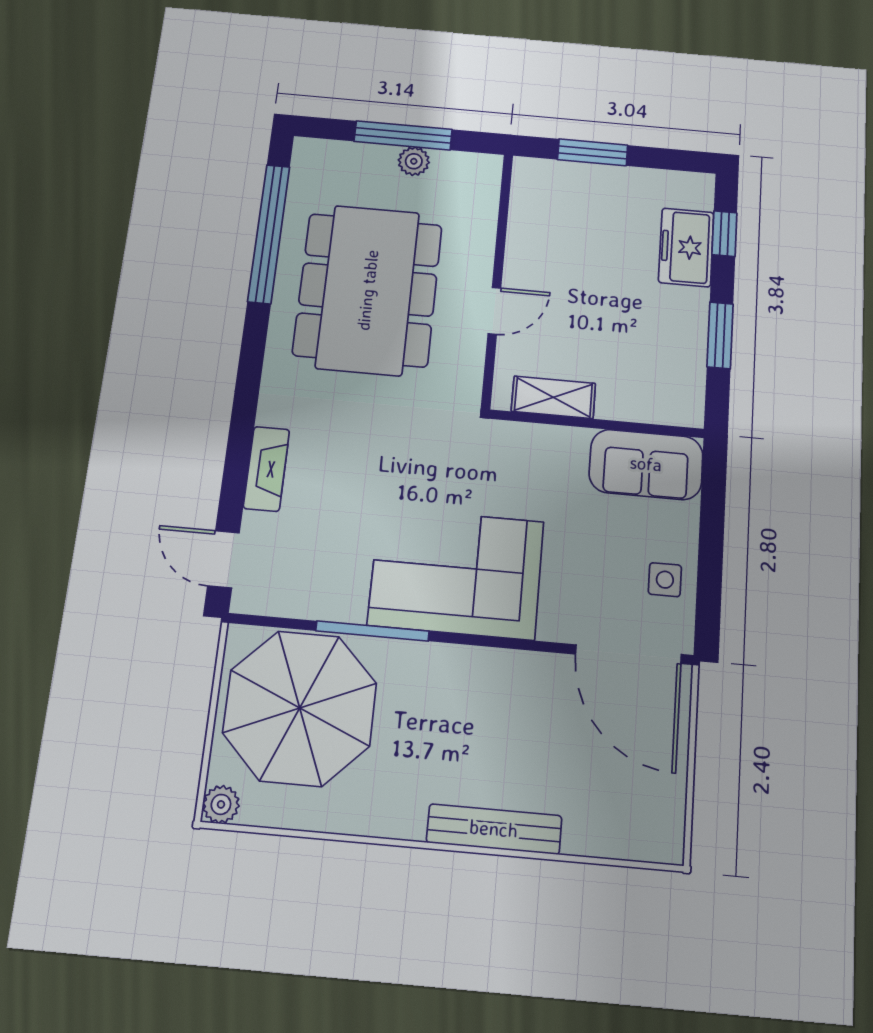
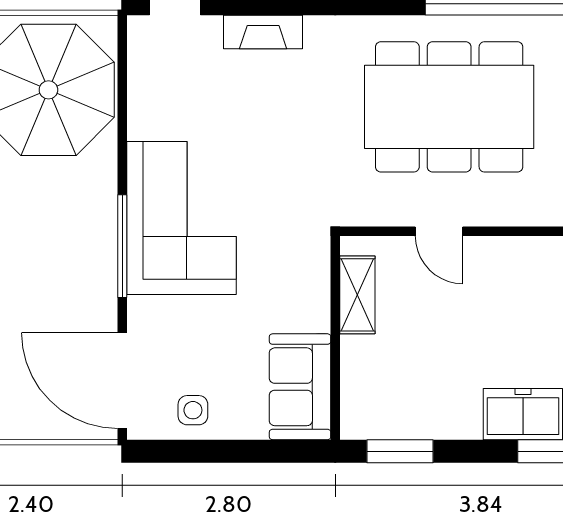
window: (720, 335) -> (400, 451), moved
window: (372, 631) -> (122, 246), moved
door: (628, 654) -> (122, 381), hinge flipped

